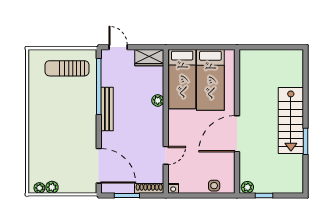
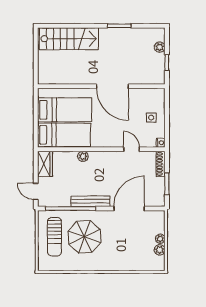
door: (118, 47) -> (36, 191), hinge flipped
parasol: (67, 102) -> (84, 237), added
stairs: (291, 120) -> (69, 39), moved
door: (99, 166) -> (129, 209), moved
side table: (214, 186) -> (151, 118), moved
plant: (247, 187) -> (160, 47), moved
plant: (39, 188) -> (160, 239), moved

